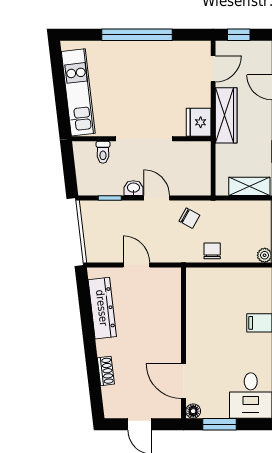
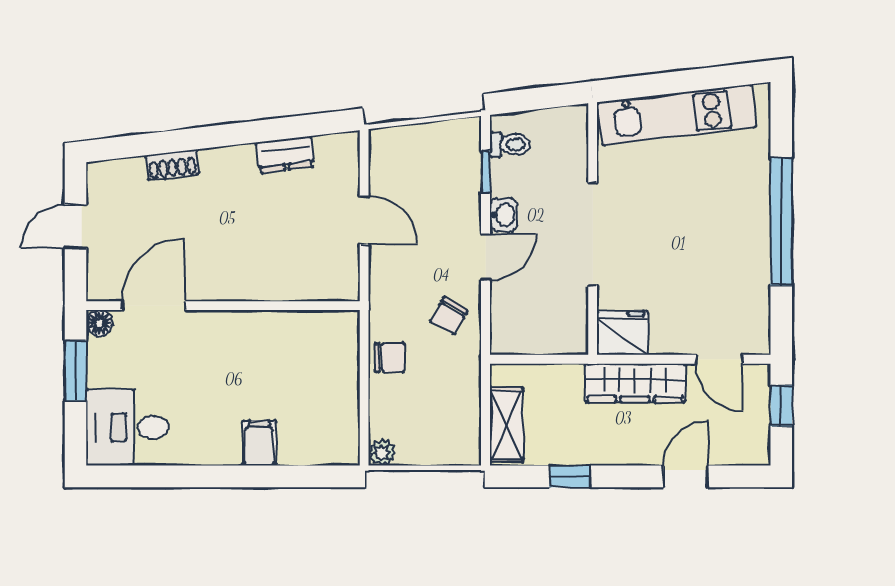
toilet: (103, 152) -> (510, 144), moved, turned 180
door: (136, 265) -> (364, 220), hinge flipped
dresser: (102, 308) -> (285, 155), width x0.51, depth x0.80

